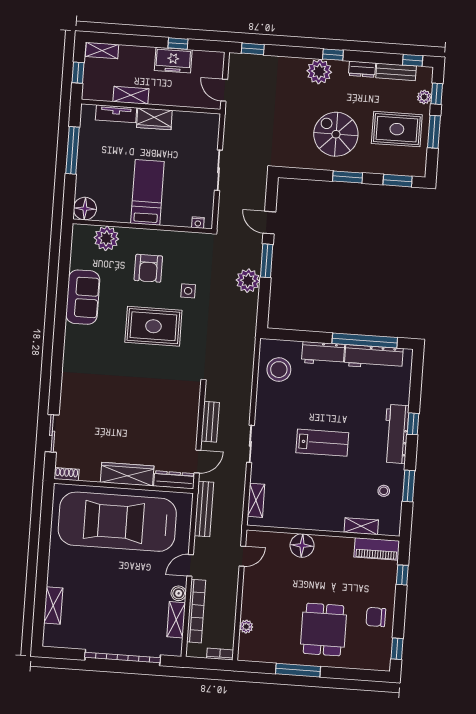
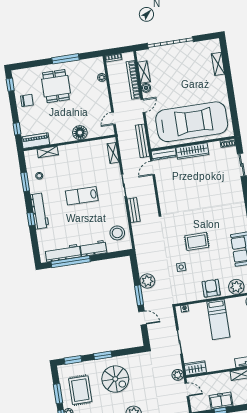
plant: (234, 118) -> (178, 375), added
wardrobe: (154, 119) -> (195, 368), moved
rug: (397, 129) -> (80, 390), turned 90
armchair: (148, 268) -> (211, 288), moved
rug: (153, 326) -> (197, 241), width x0.73, depth x0.70
bench: (210, 422) -> (134, 210), moved

